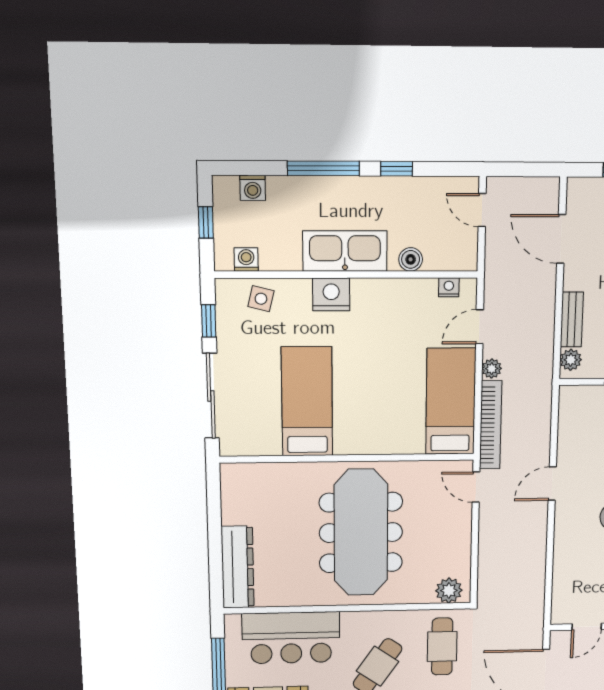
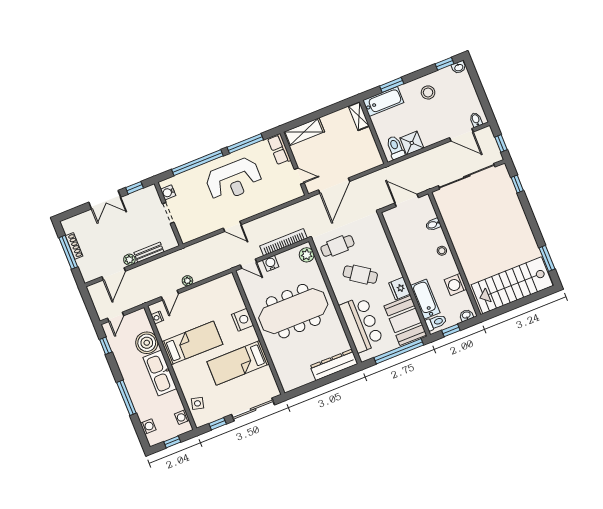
window: (397, 169) -> (106, 346), moved
boiler: (411, 259) -> (147, 343), width x1.86, depth x1.86
nightstand: (331, 294) -> (243, 320), moved, turned 180
door: (480, 327) -> (170, 295), hinge flipped
plant: (571, 360) -> (129, 260), moved
bed: (451, 401) -> (192, 343), moved, turned 180
bookcase: (491, 425) -> (284, 242), moved
door: (476, 487) -> (249, 264), hinge flipped
water cooler: (460, 525) -> (271, 263), added

